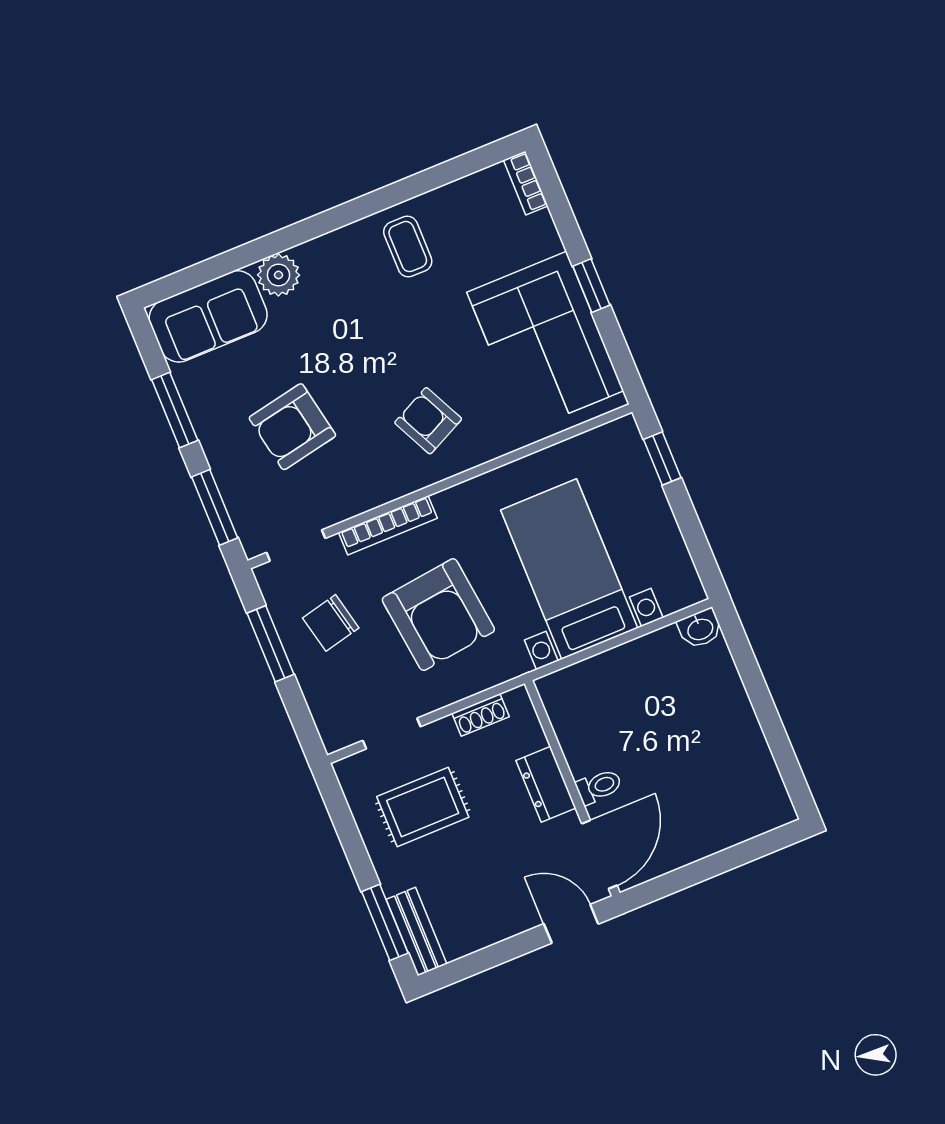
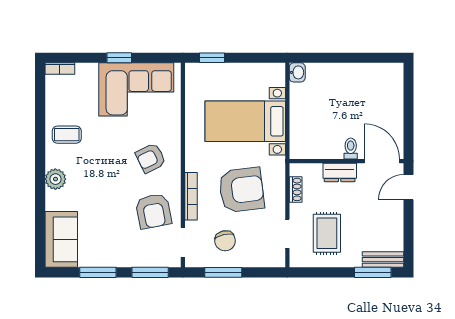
plant: (279, 275) -> (55, 179), moved
armchair: (292, 427) -> (153, 211), moved

